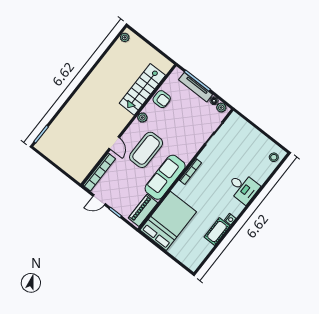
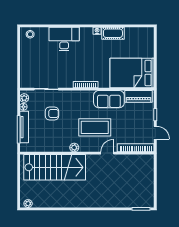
stairs: (142, 89) -> (55, 167), width x1.36, depth x1.51
armchair: (162, 99) -> (52, 113), moved, turned 90
sofa: (165, 177) -> (109, 99), width x0.73
desk: (243, 188) -> (64, 39), width x1.37

